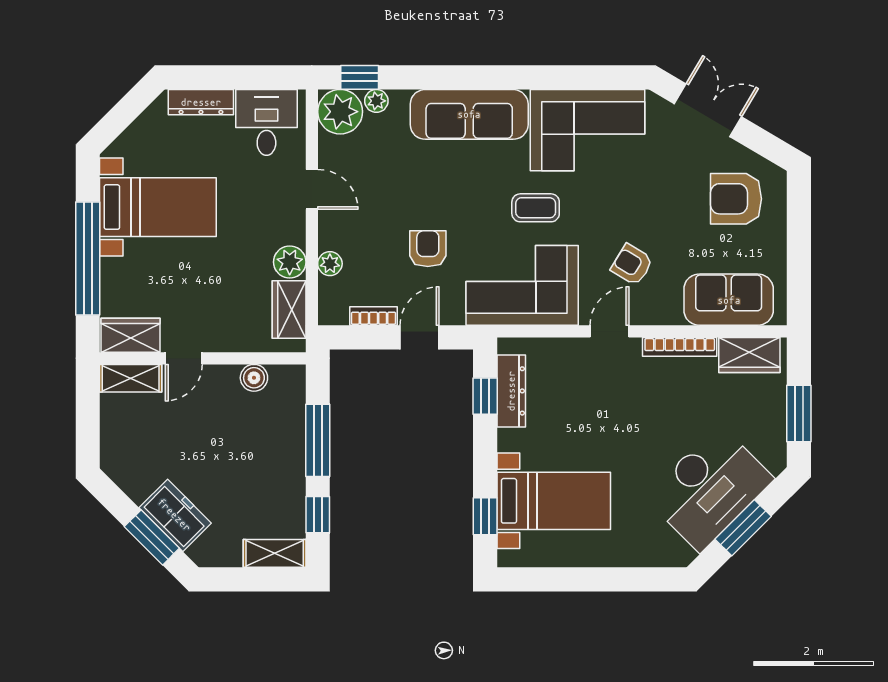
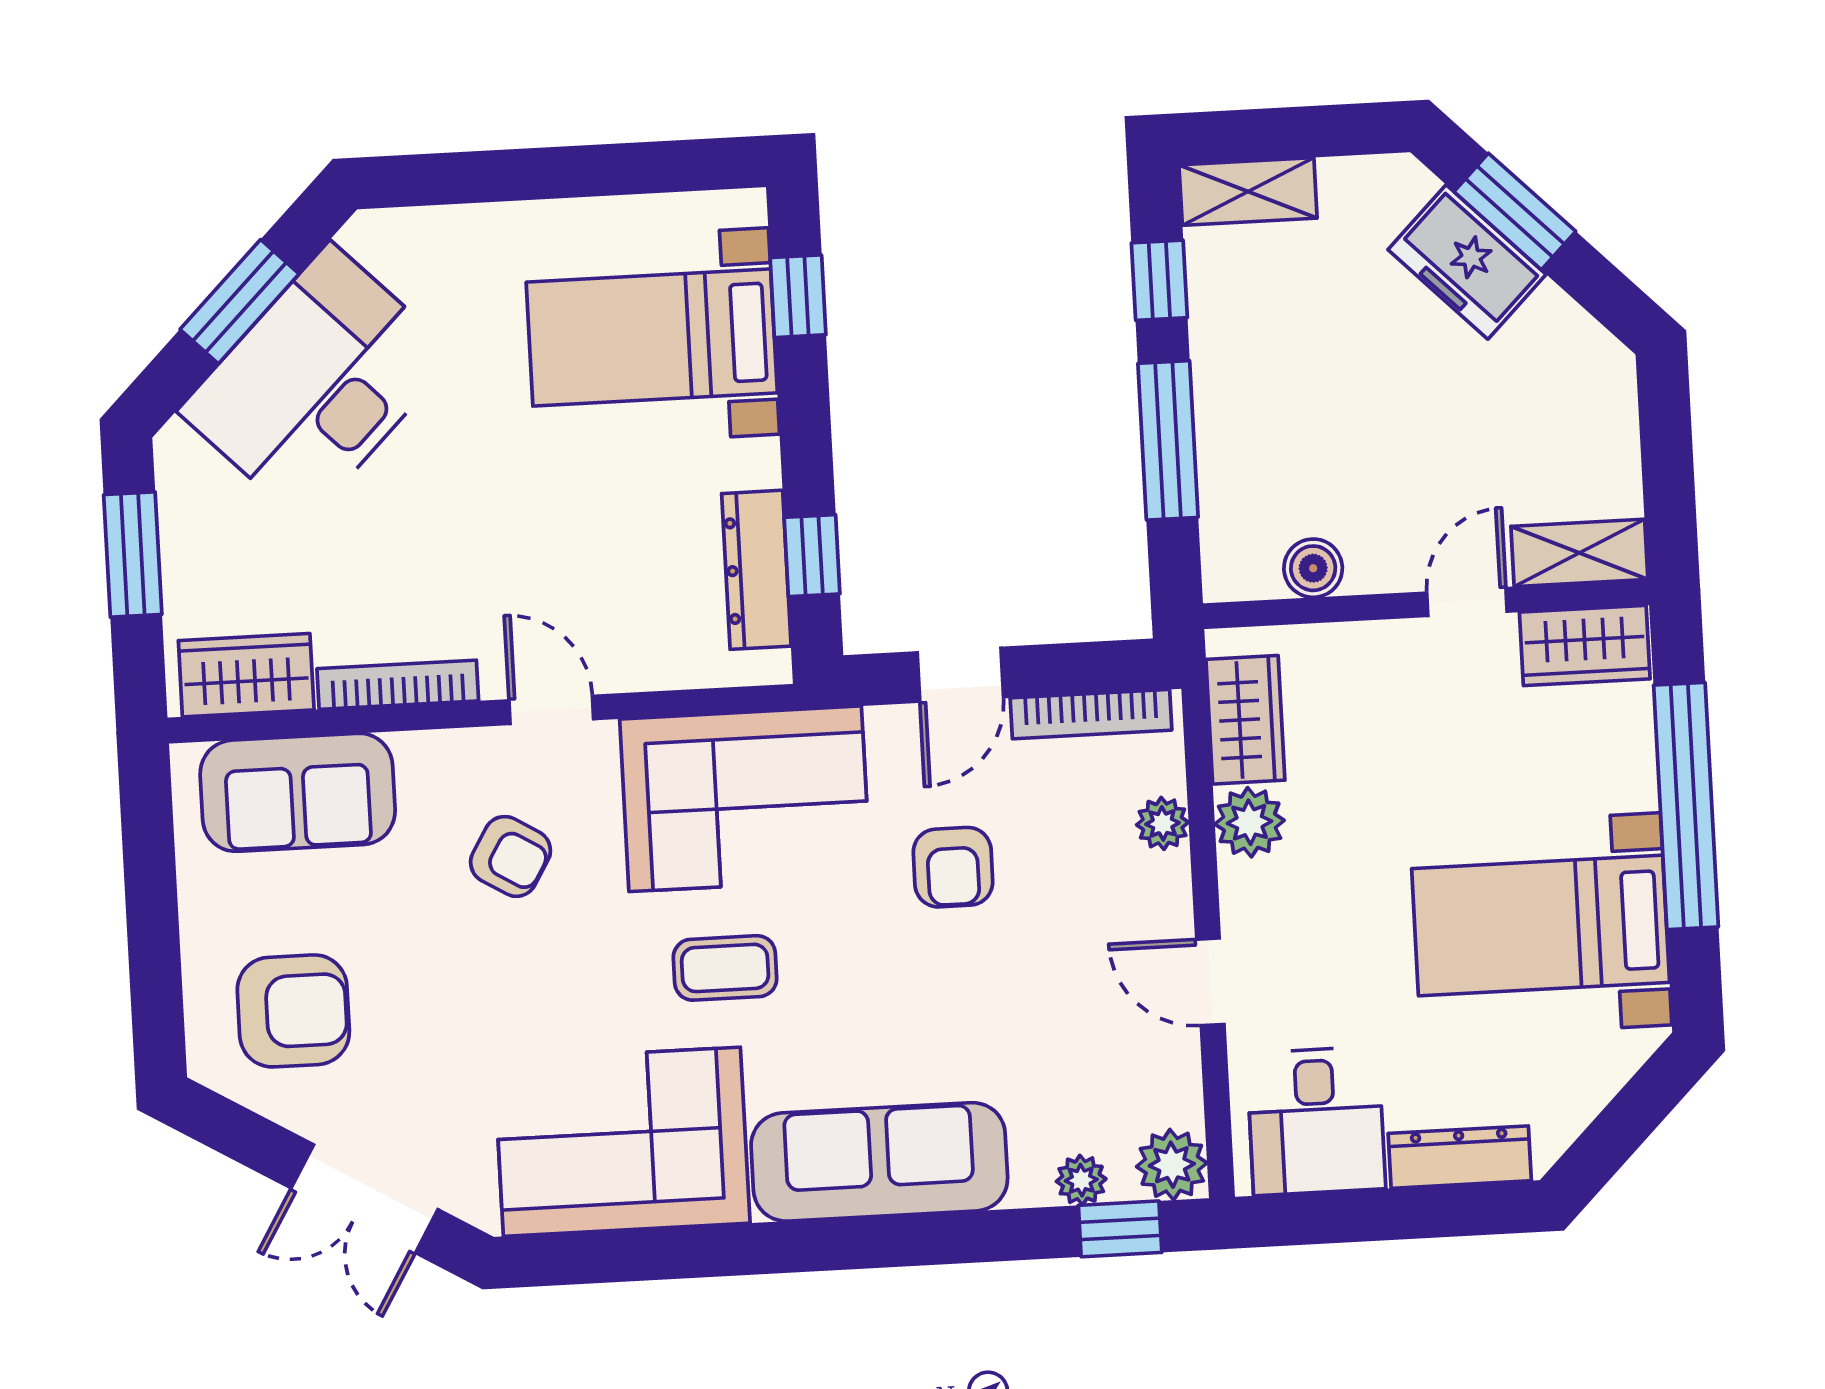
plant: (340, 112) -> (1172, 1165), width x0.73, depth x0.73
bookcase: (374, 316) -> (1091, 714), width x1.56
door: (609, 331) -> (551, 710), swing flipped

